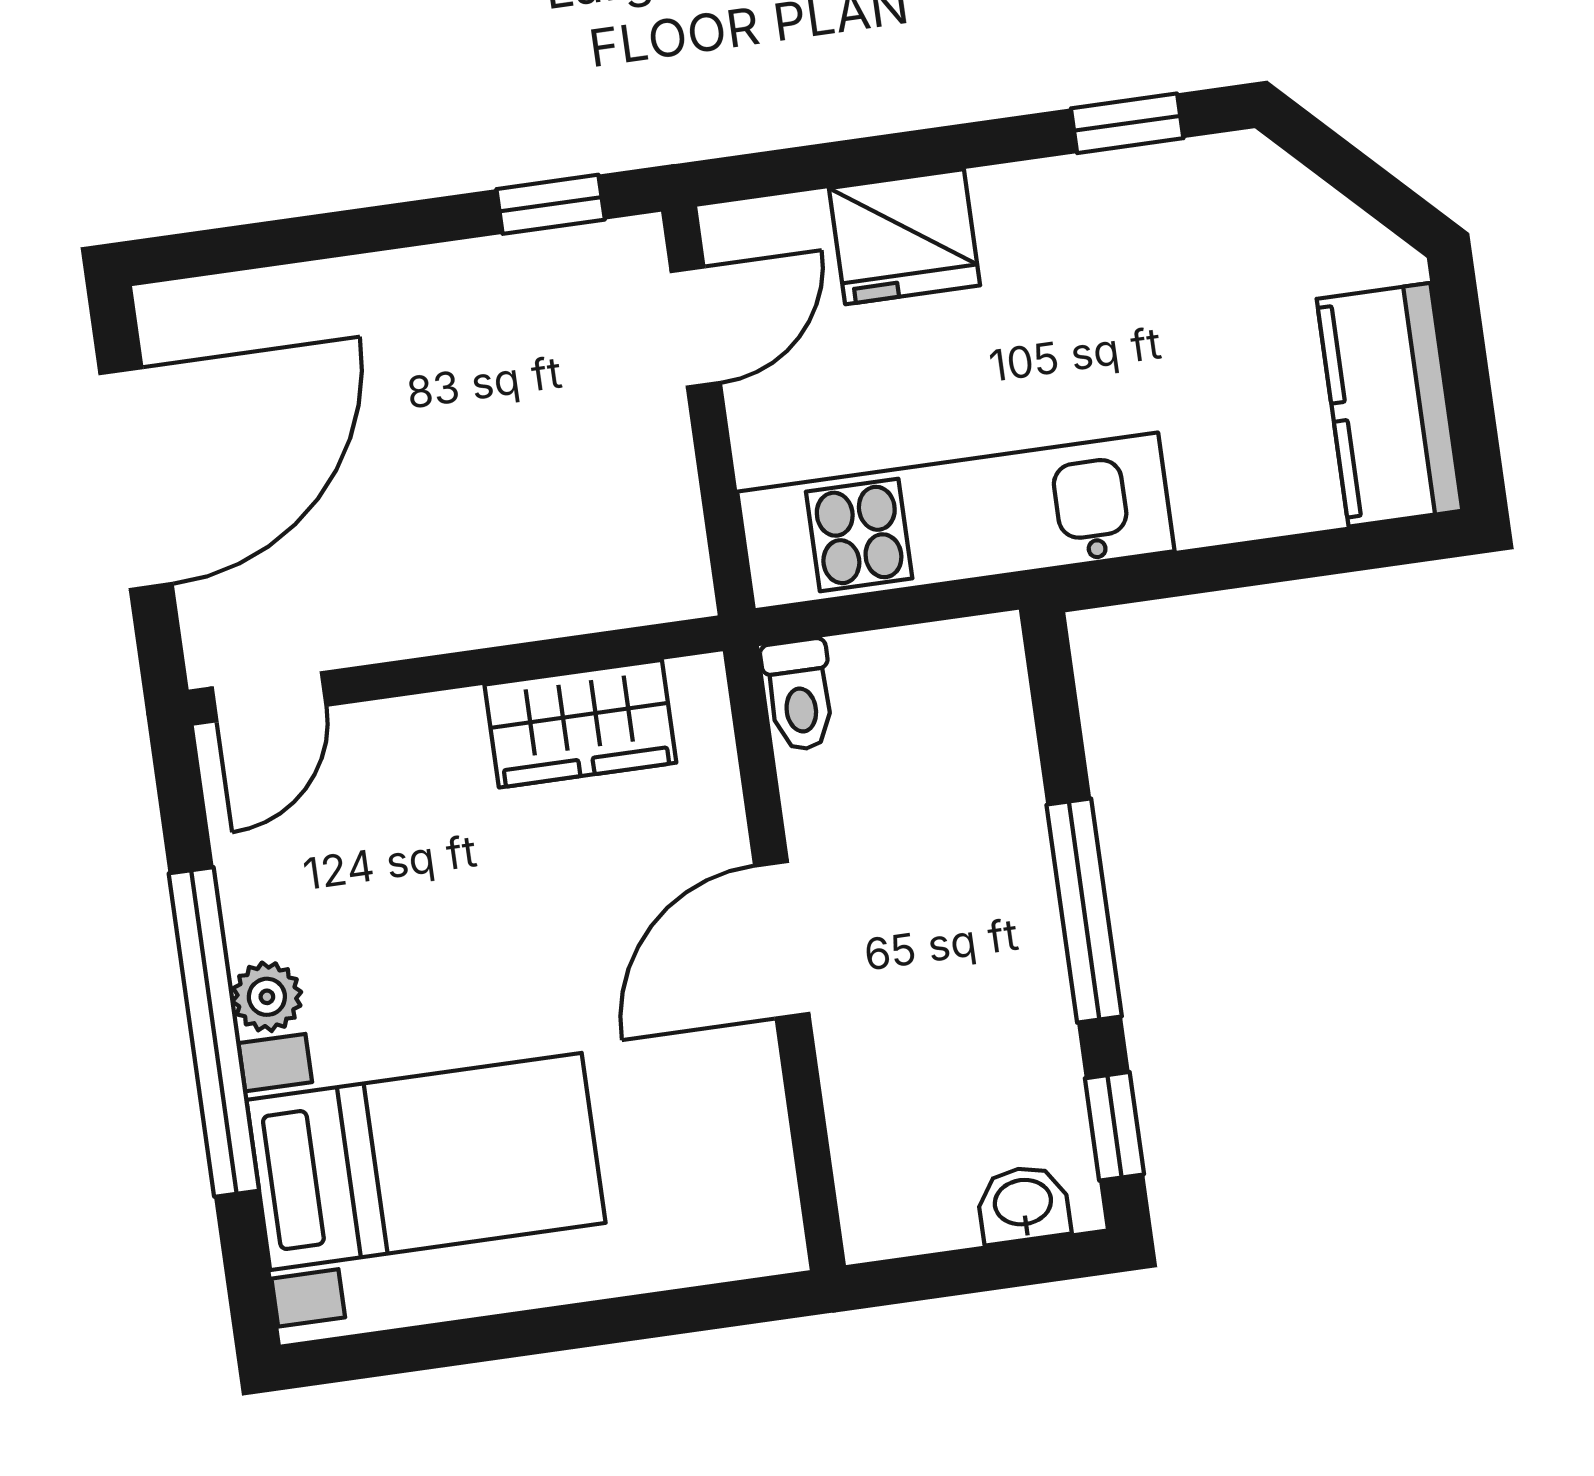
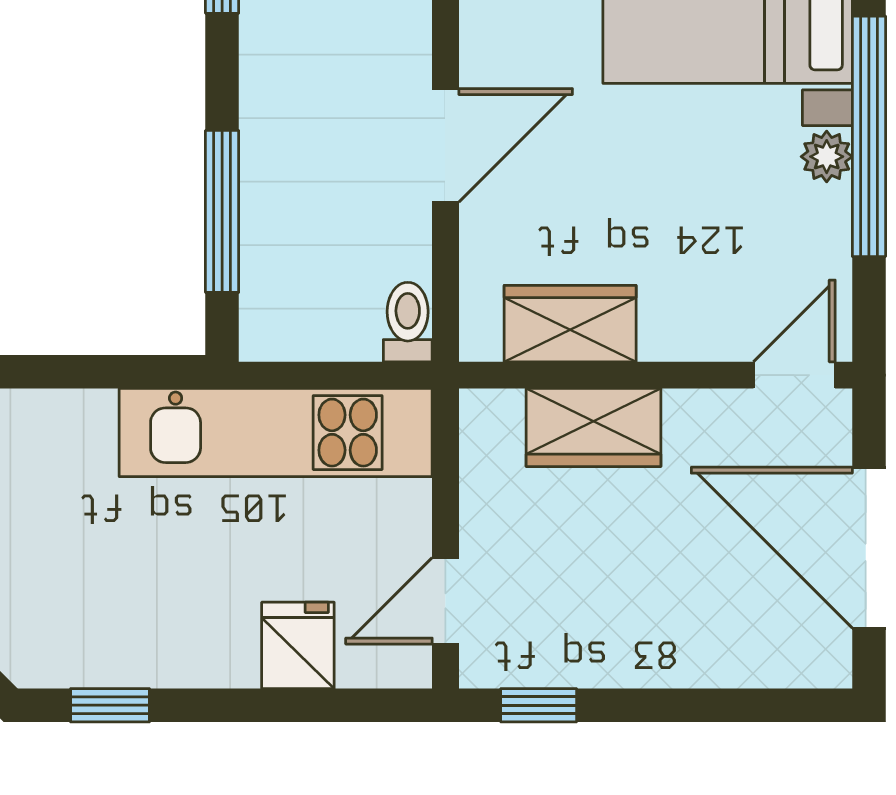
fridge: (905, 237) -> (298, 645), width x0.72
door: (136, 479) -> (869, 548), hinge flipped
wardrobe: (529, 588) -> (594, 427), added
window: (1084, 911) -> (222, 211), moved

